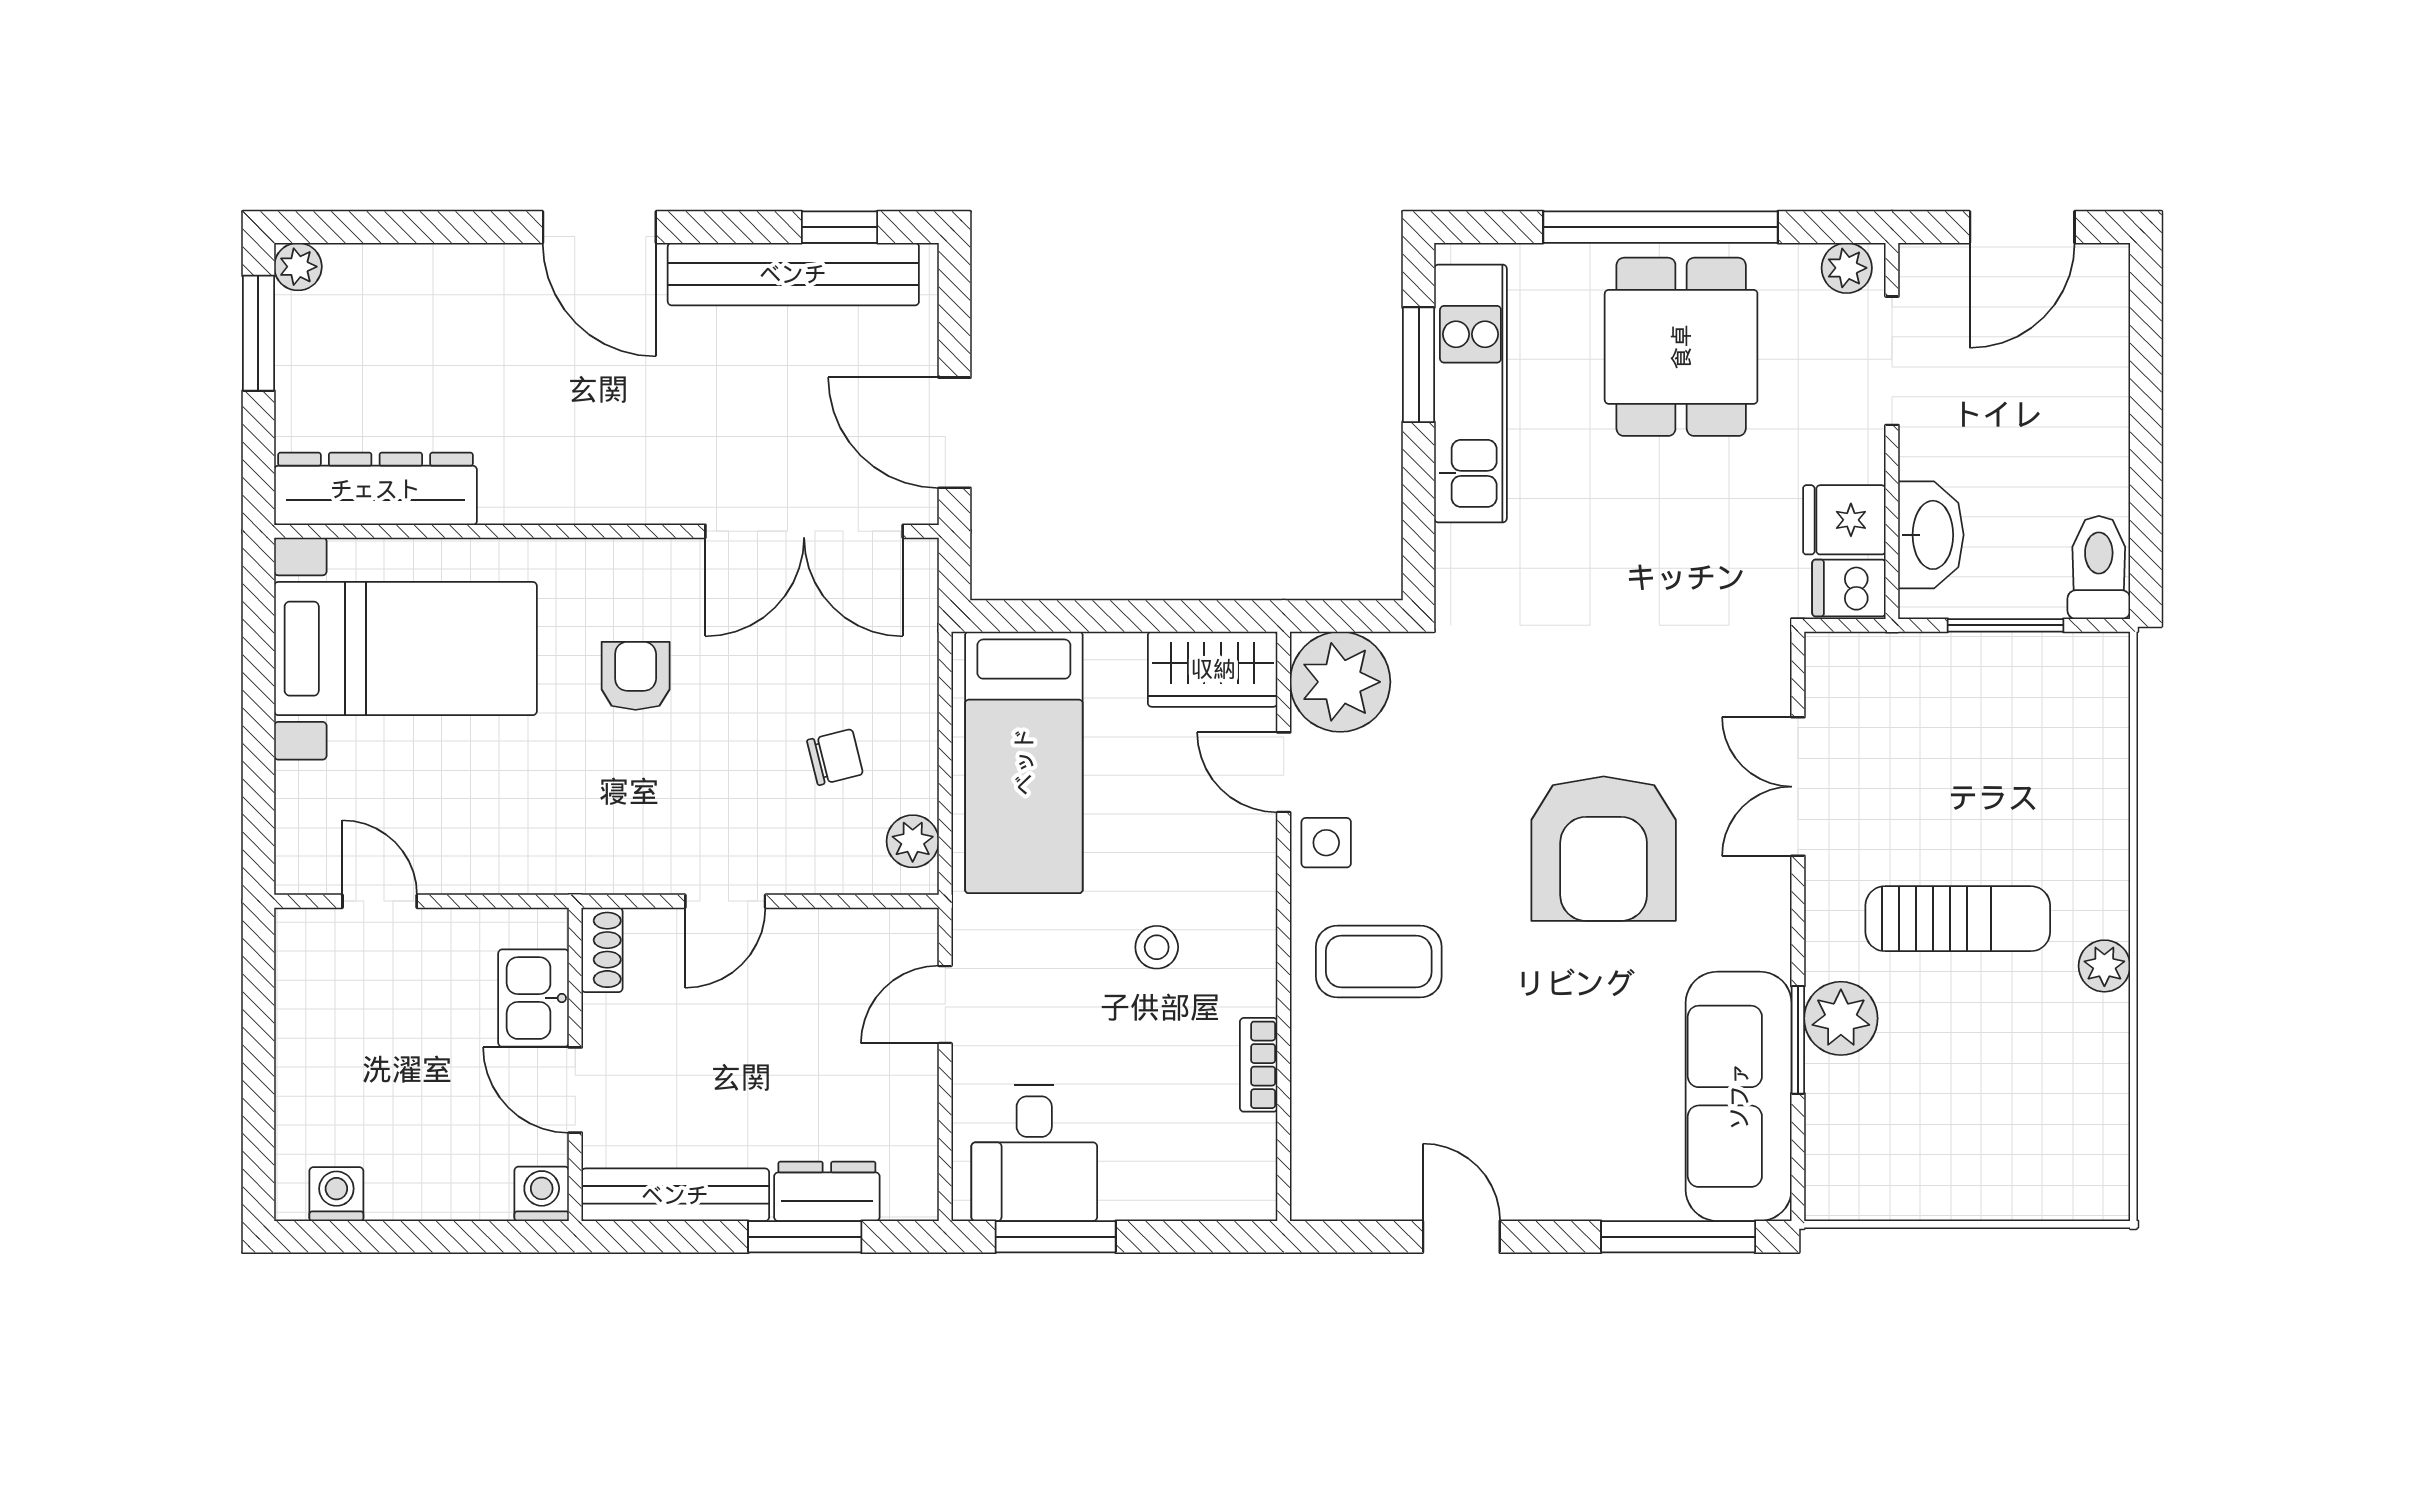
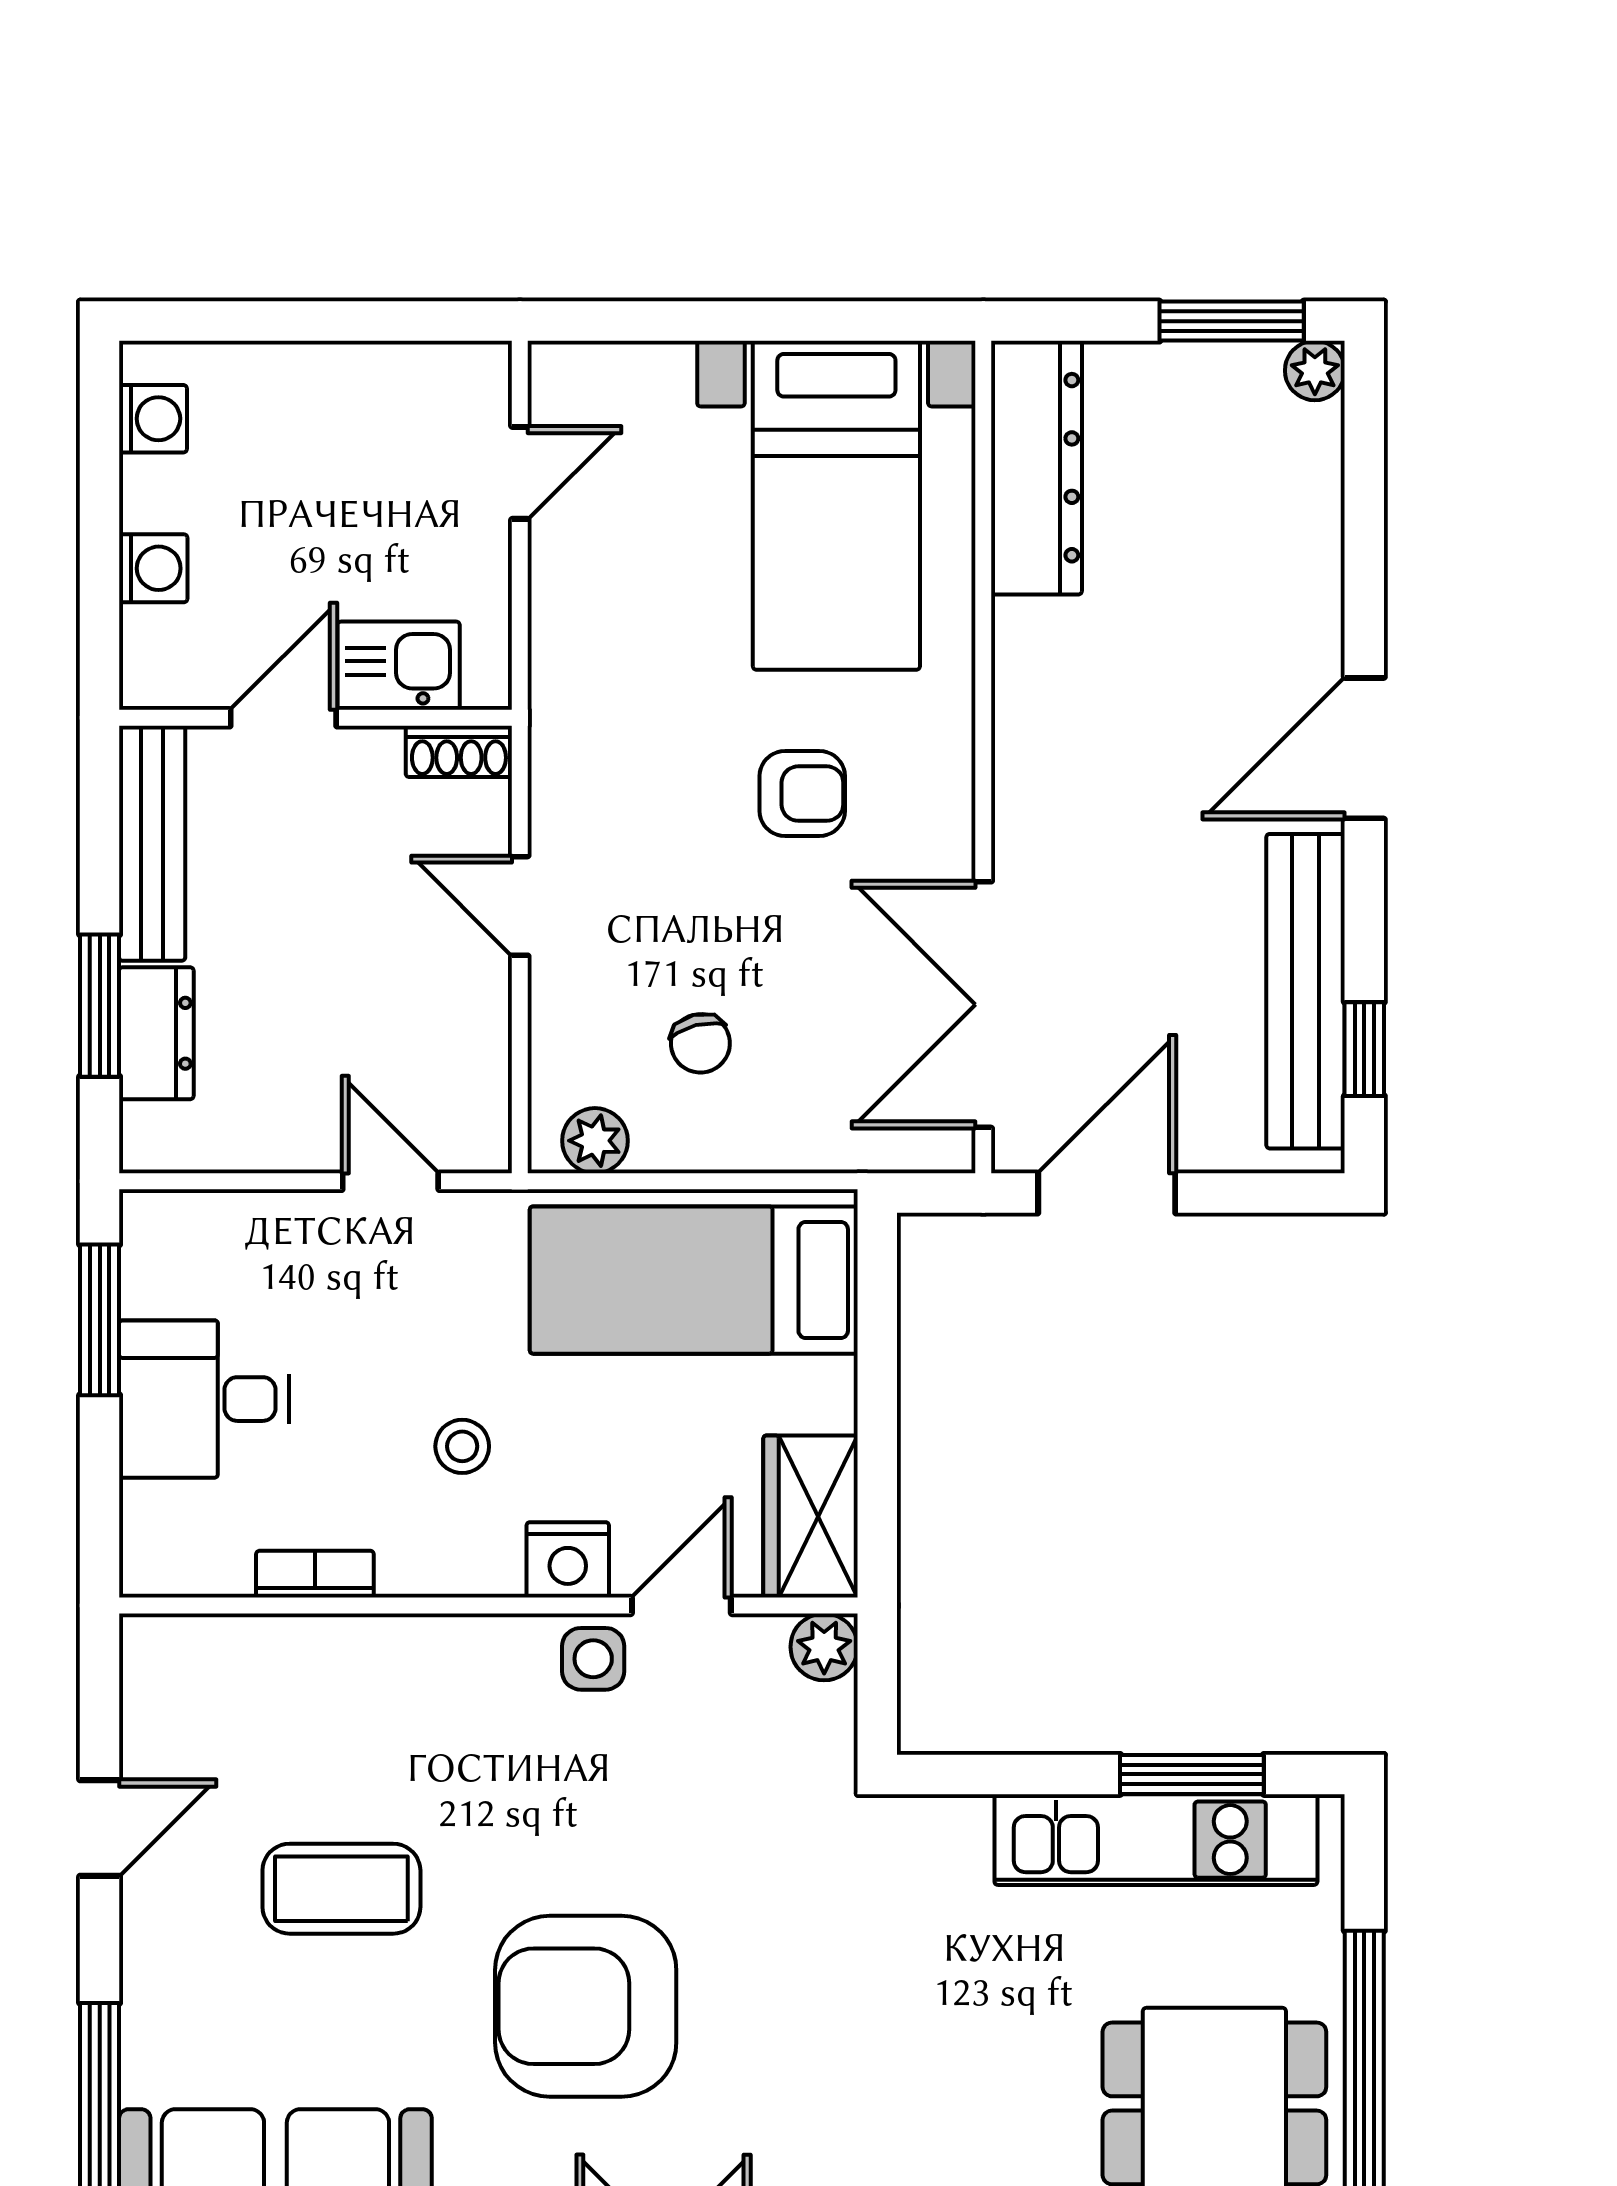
plant: (1340, 682) -> (824, 1647), width x0.53, depth x0.53
nightstand: (1247, 863) -> (568, 1560), added
coffee table: (1379, 962) -> (341, 1889), moved, turned 90
desk: (1034, 1153) -> (204, 1399), moved
washing machine: (542, 1194) -> (153, 568), moved

